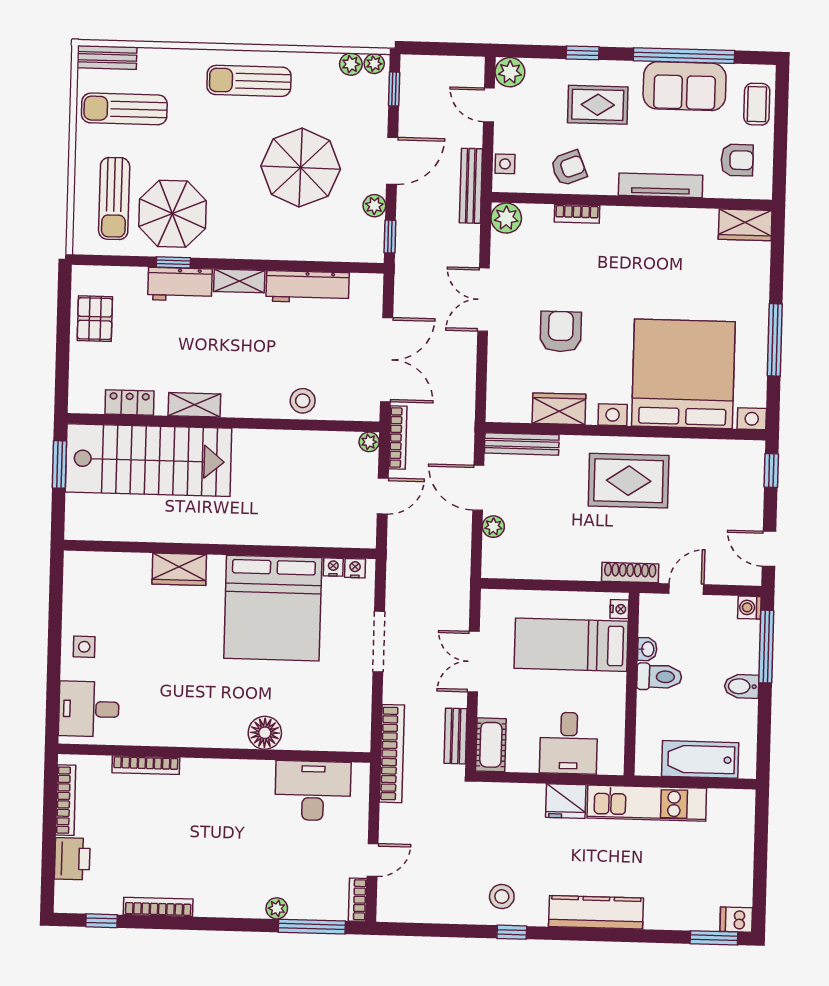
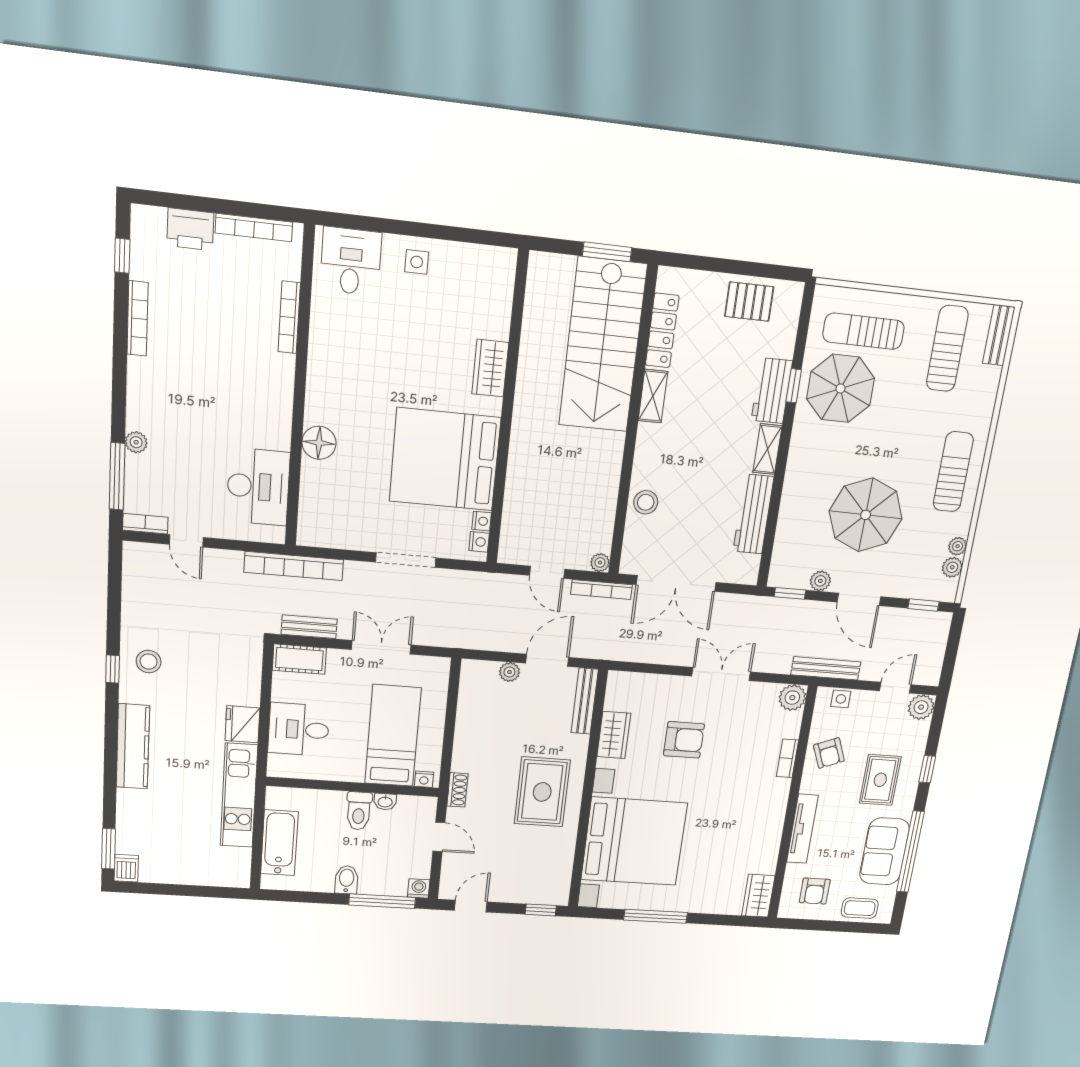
plant: (374, 64) -> (958, 546), moved
locker: (129, 402) -> (662, 330), width x1.53
shoe rack: (630, 573) -> (457, 790), width x0.70

